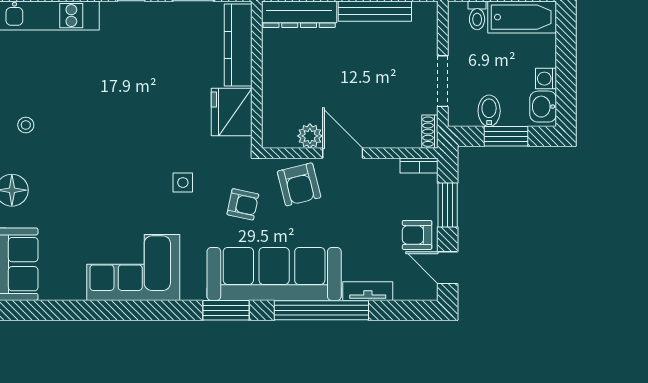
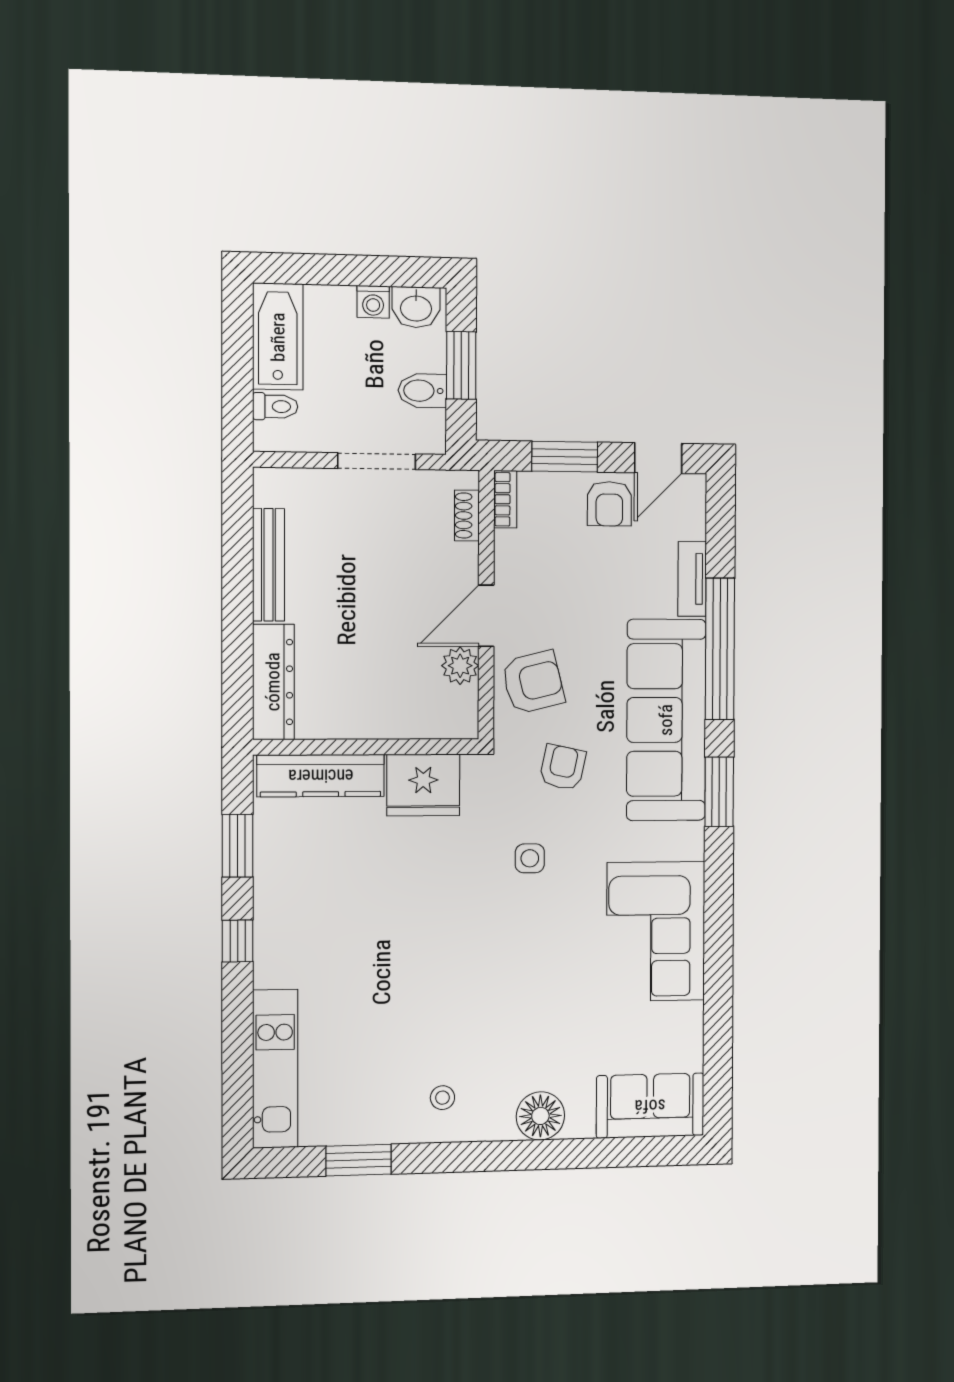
shoe rack: (430, 132) -> (467, 516), moved, turned 90

